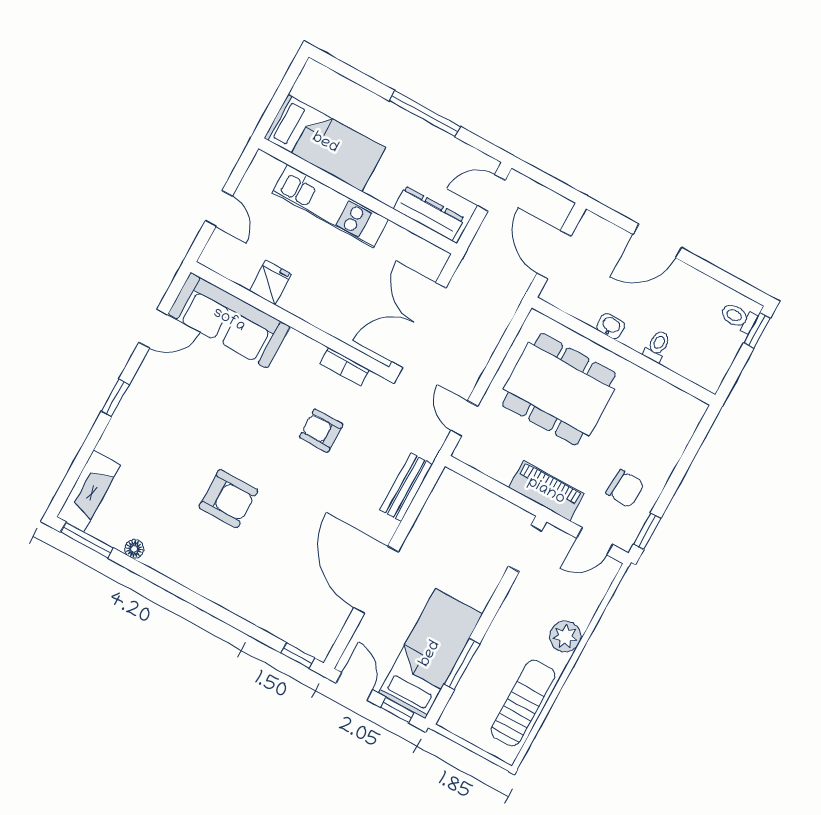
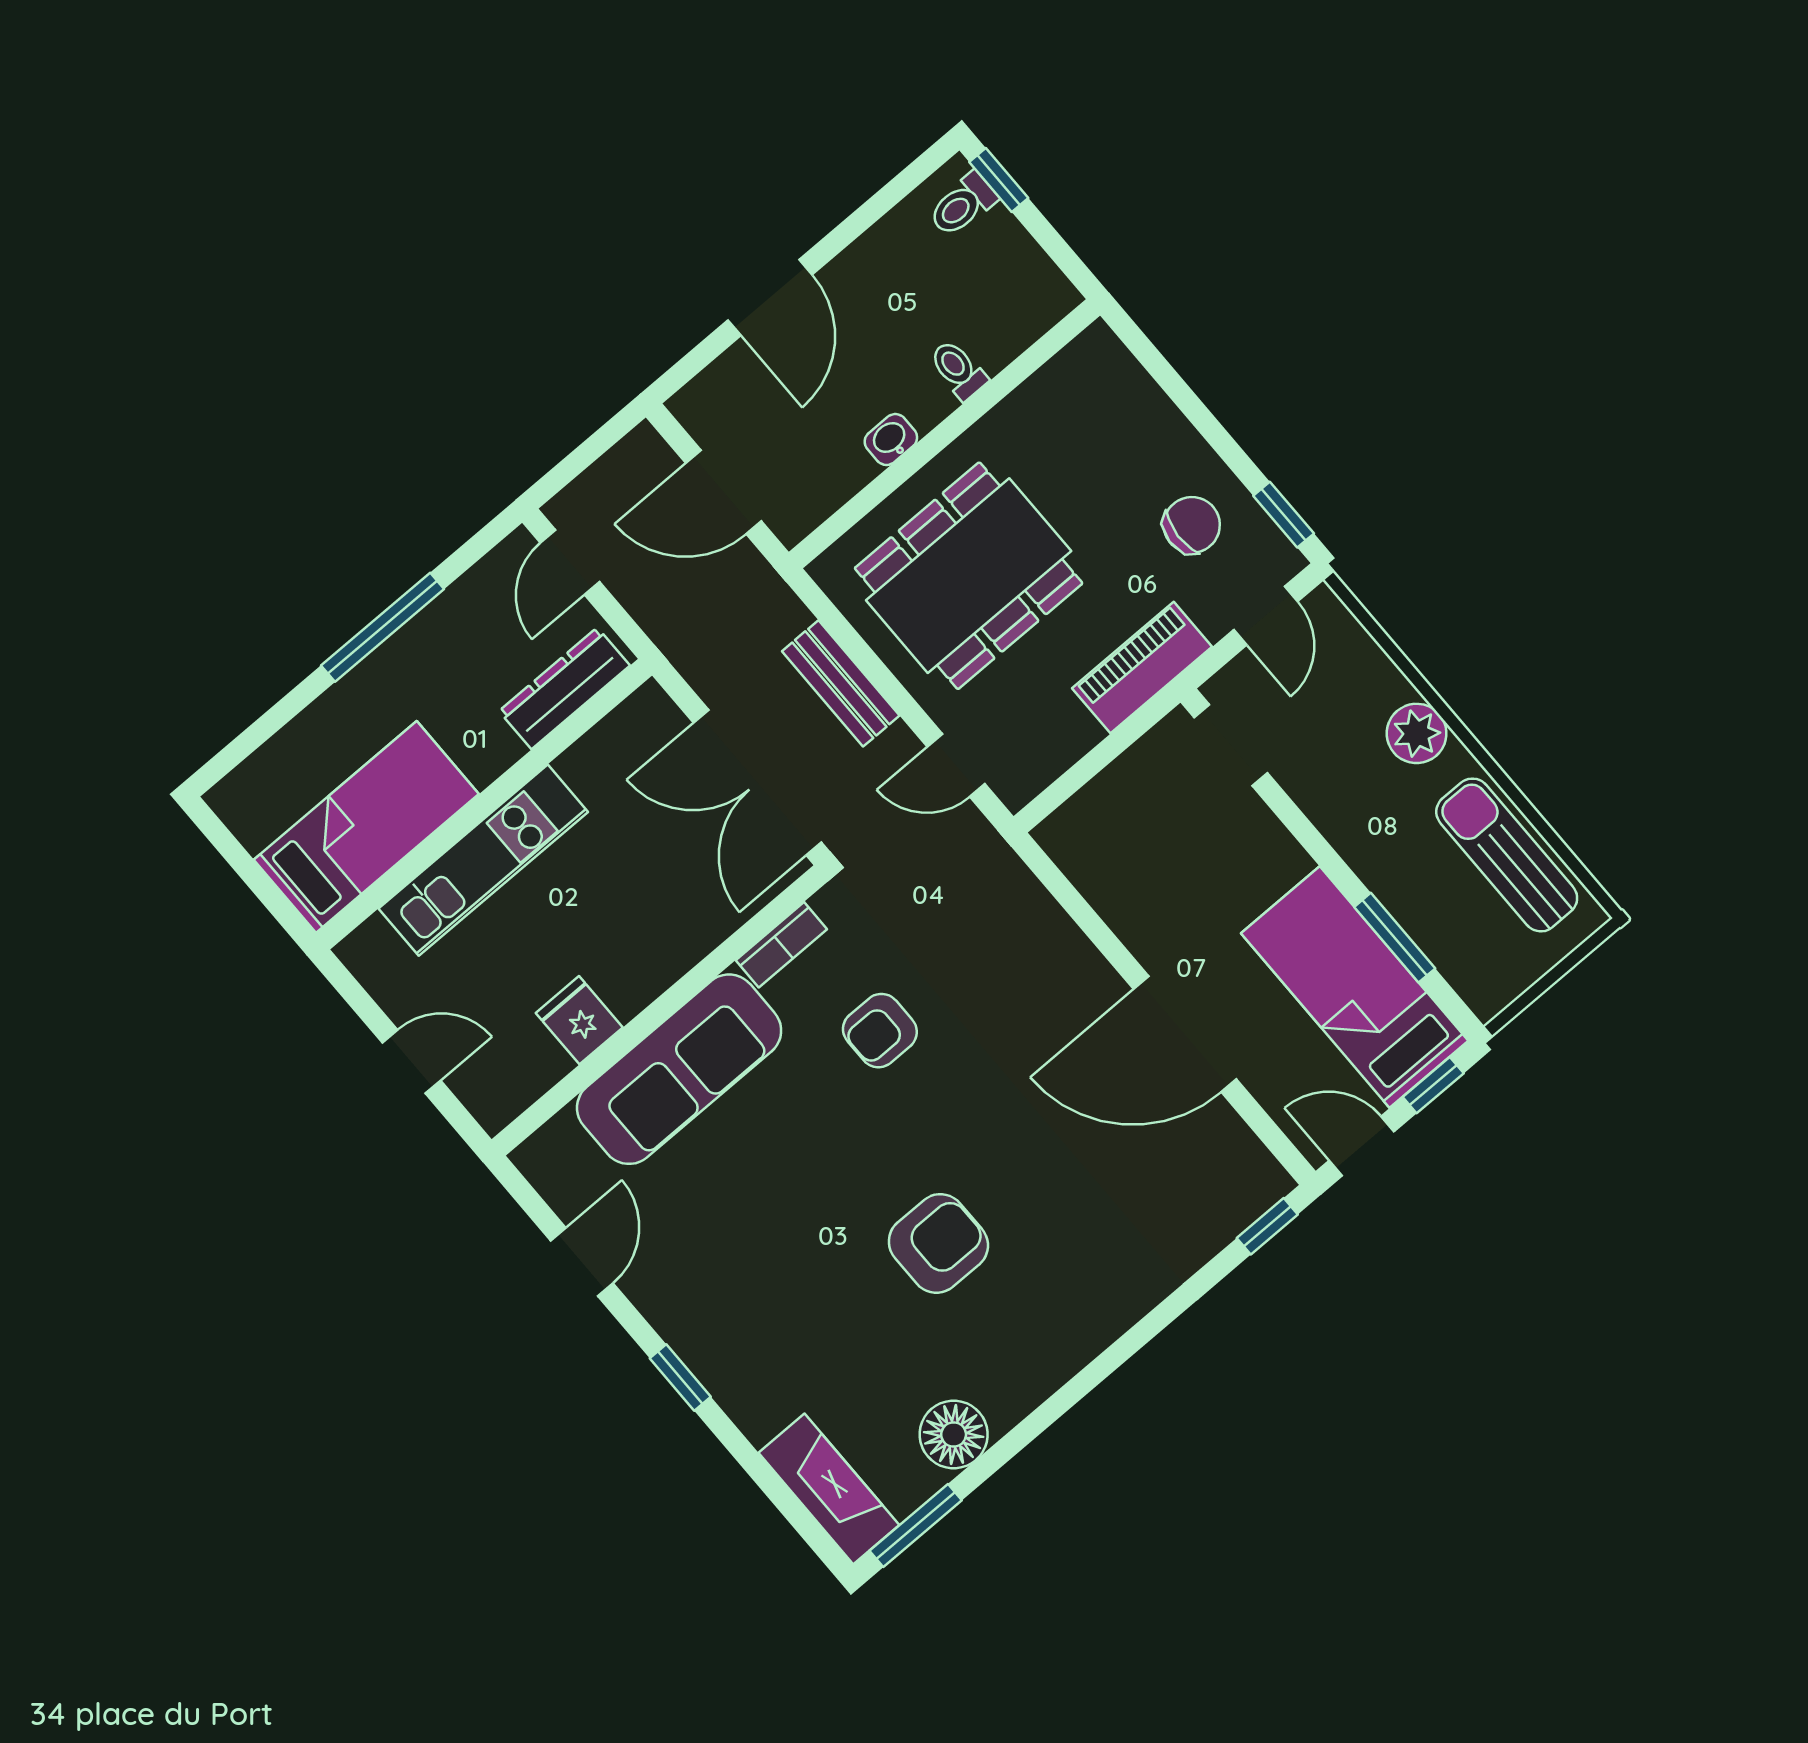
sofa: (229, 320) -> (679, 1069), moved
bench: (406, 487) -> (841, 683), moved
floor lamp: (134, 549) -> (954, 1435), width x1.89, depth x1.89

